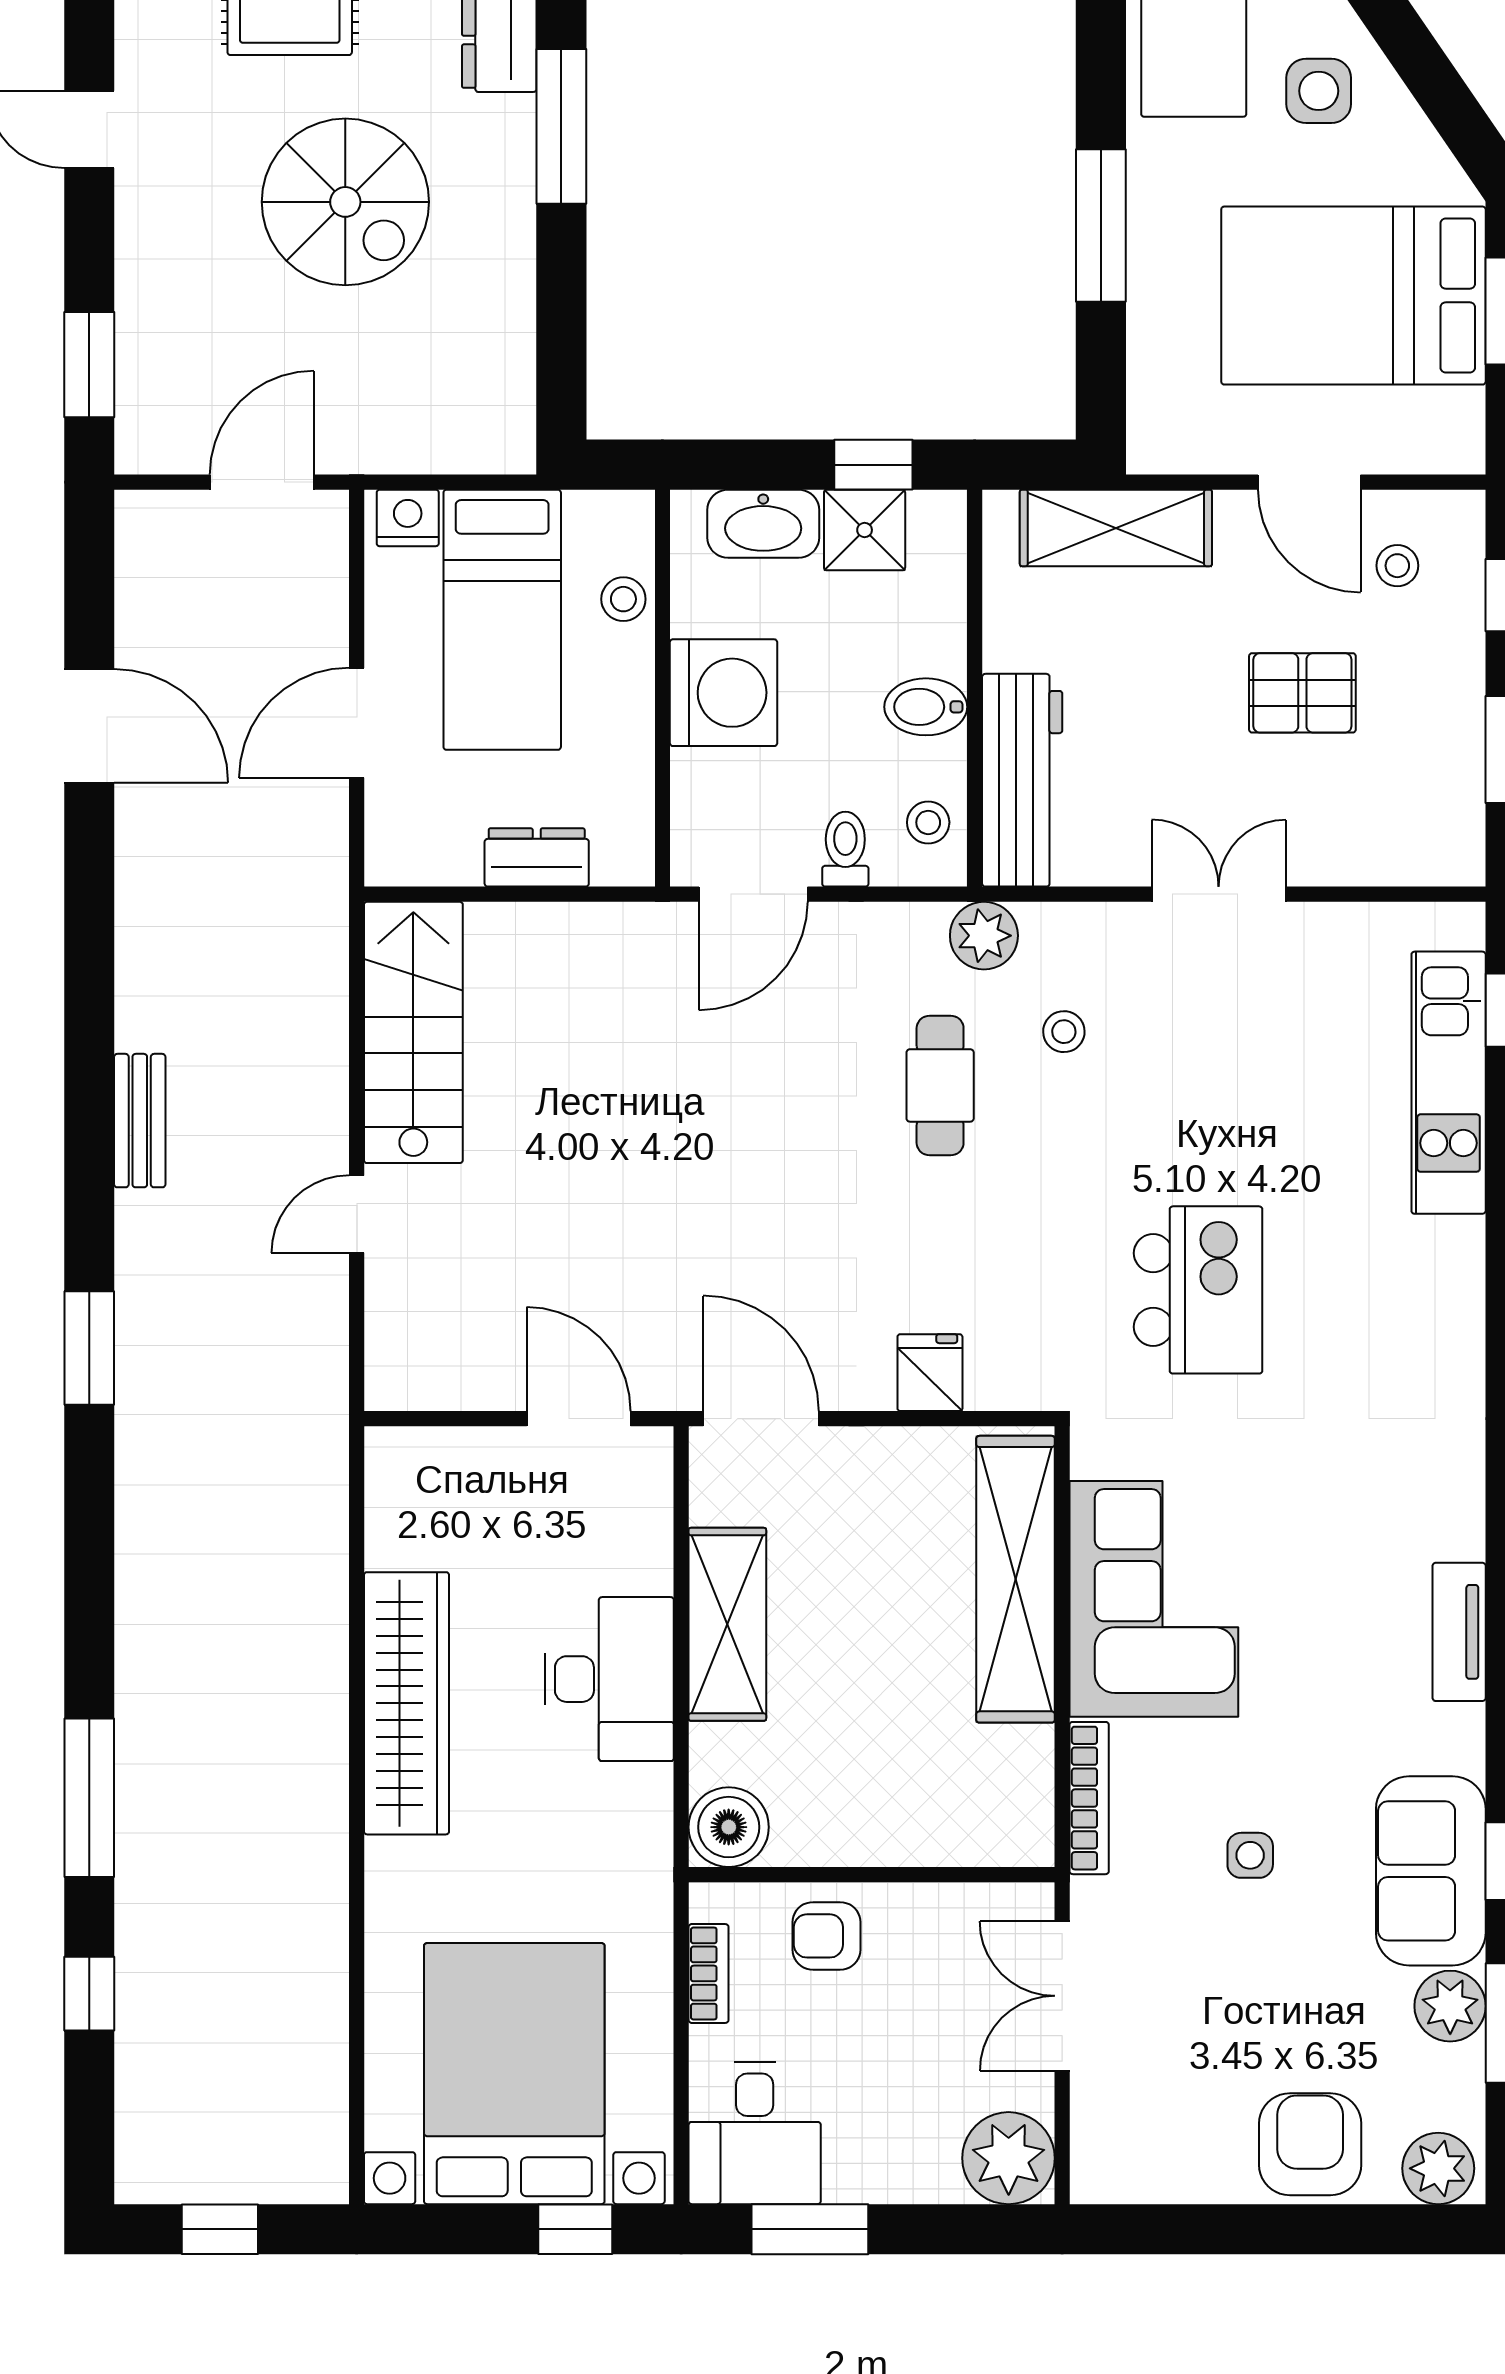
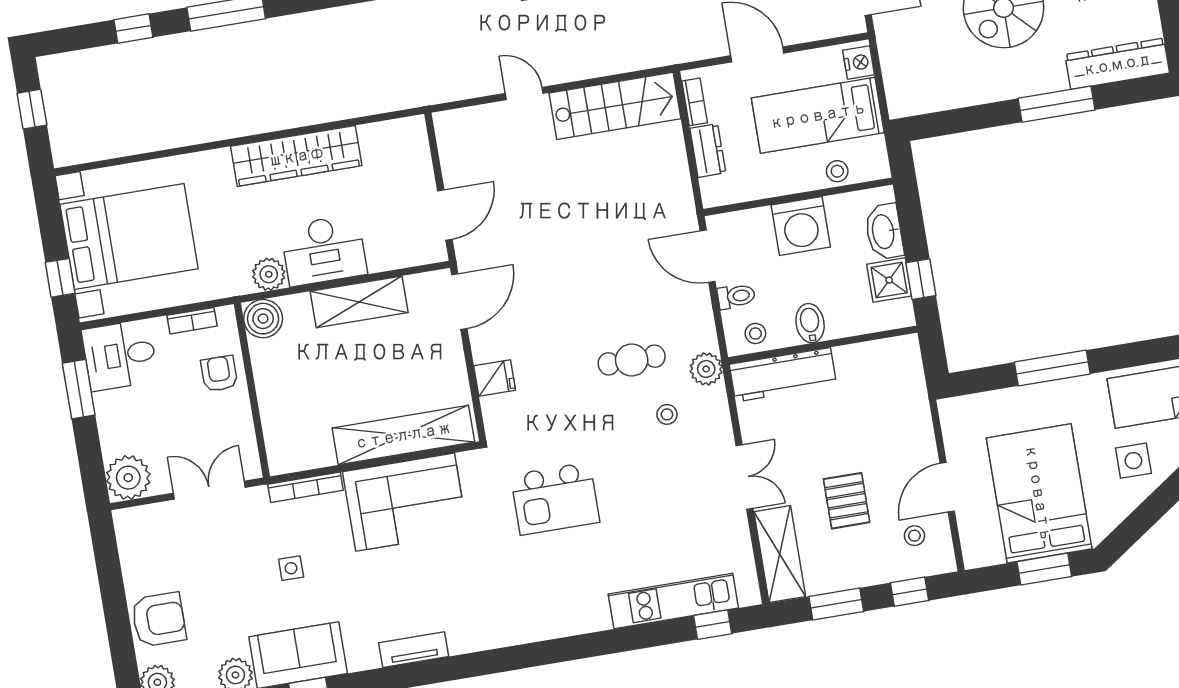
shelving: (1116, 528) -> (780, 554), moved
bookcase: (432, 868) -> (695, 102), added
plant: (640, 1800) -> (269, 274), added

